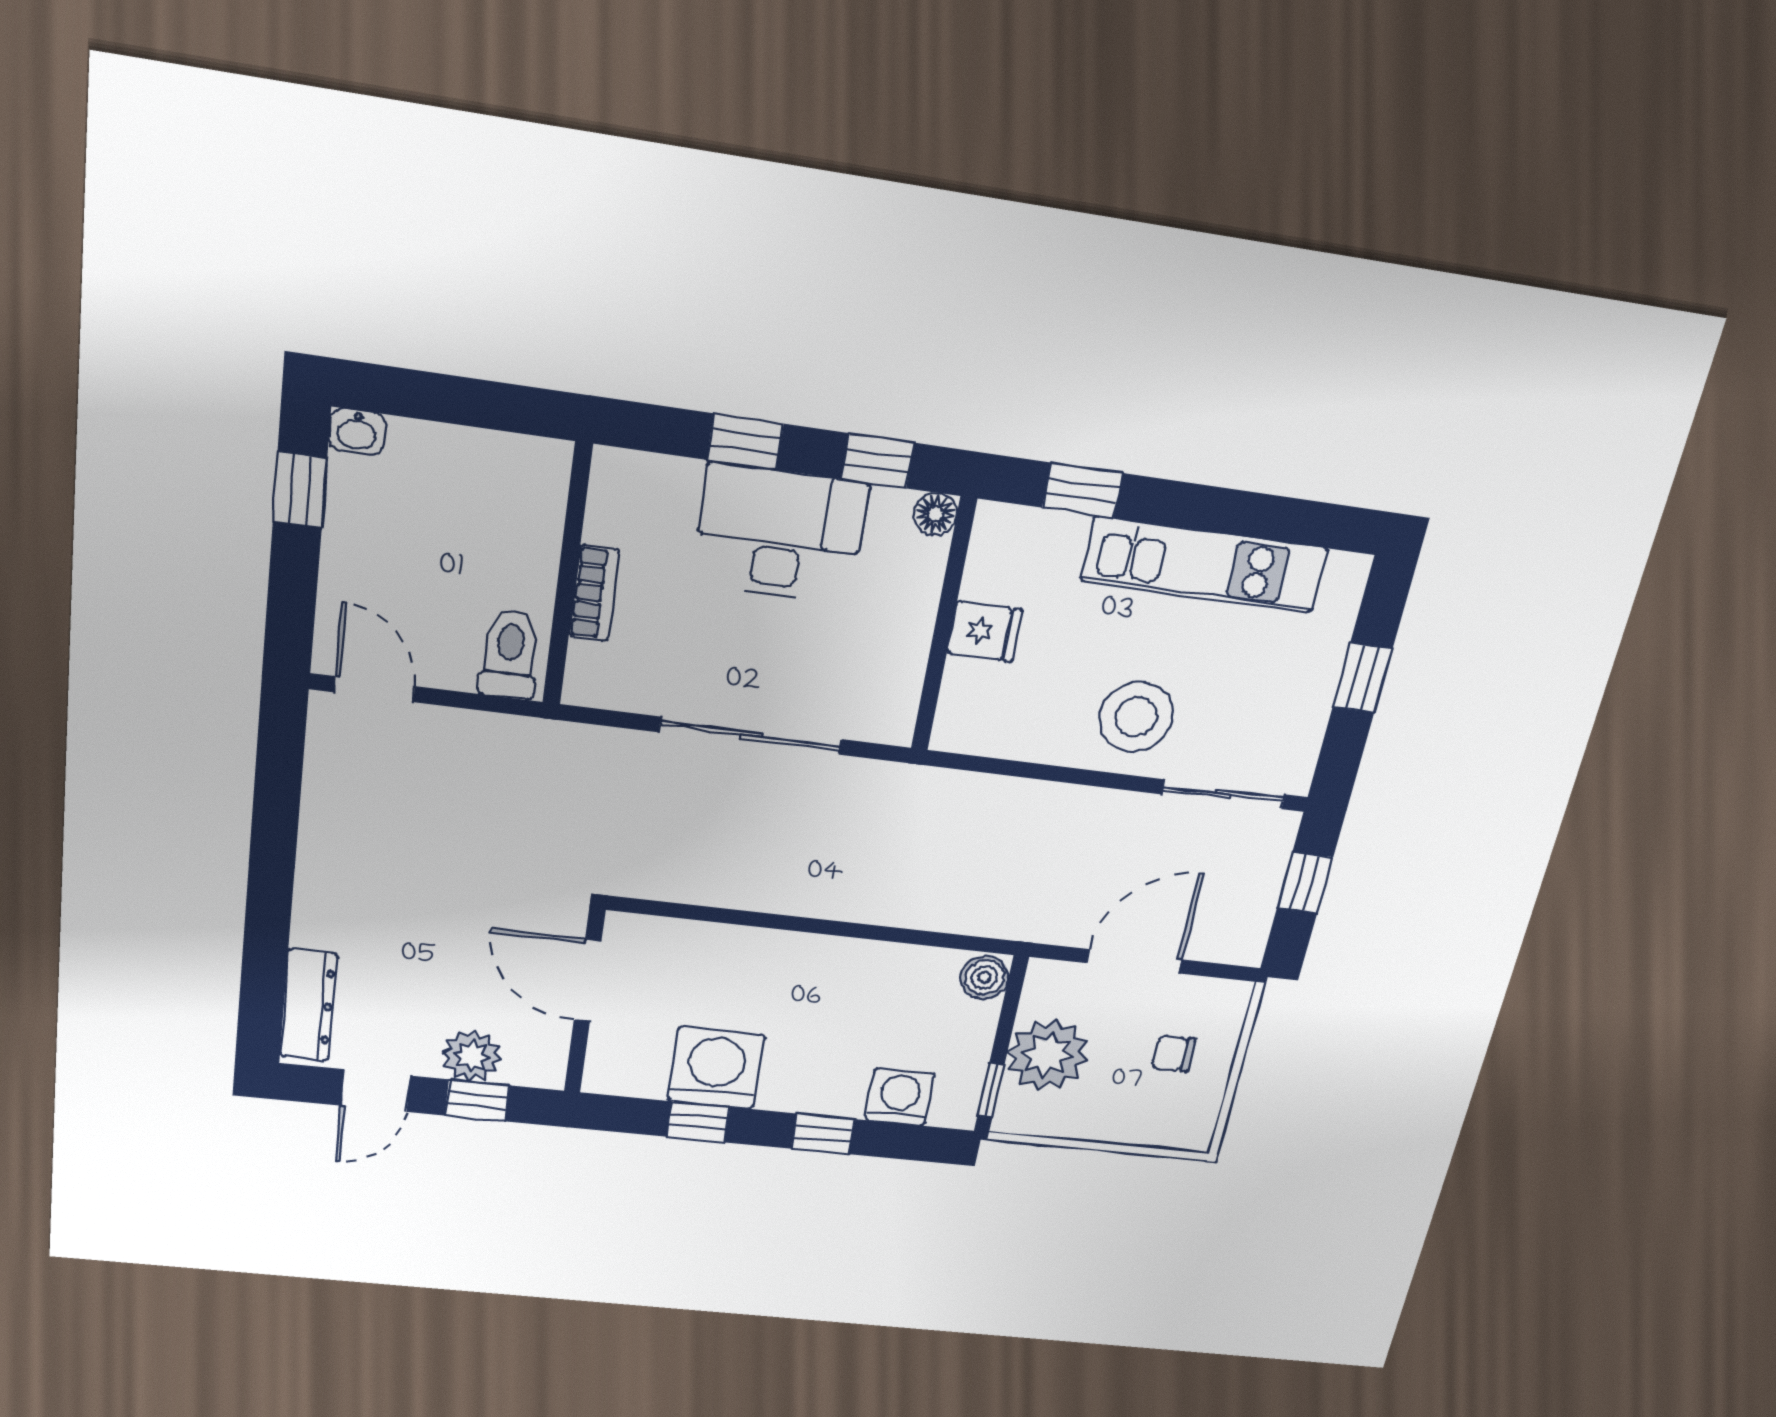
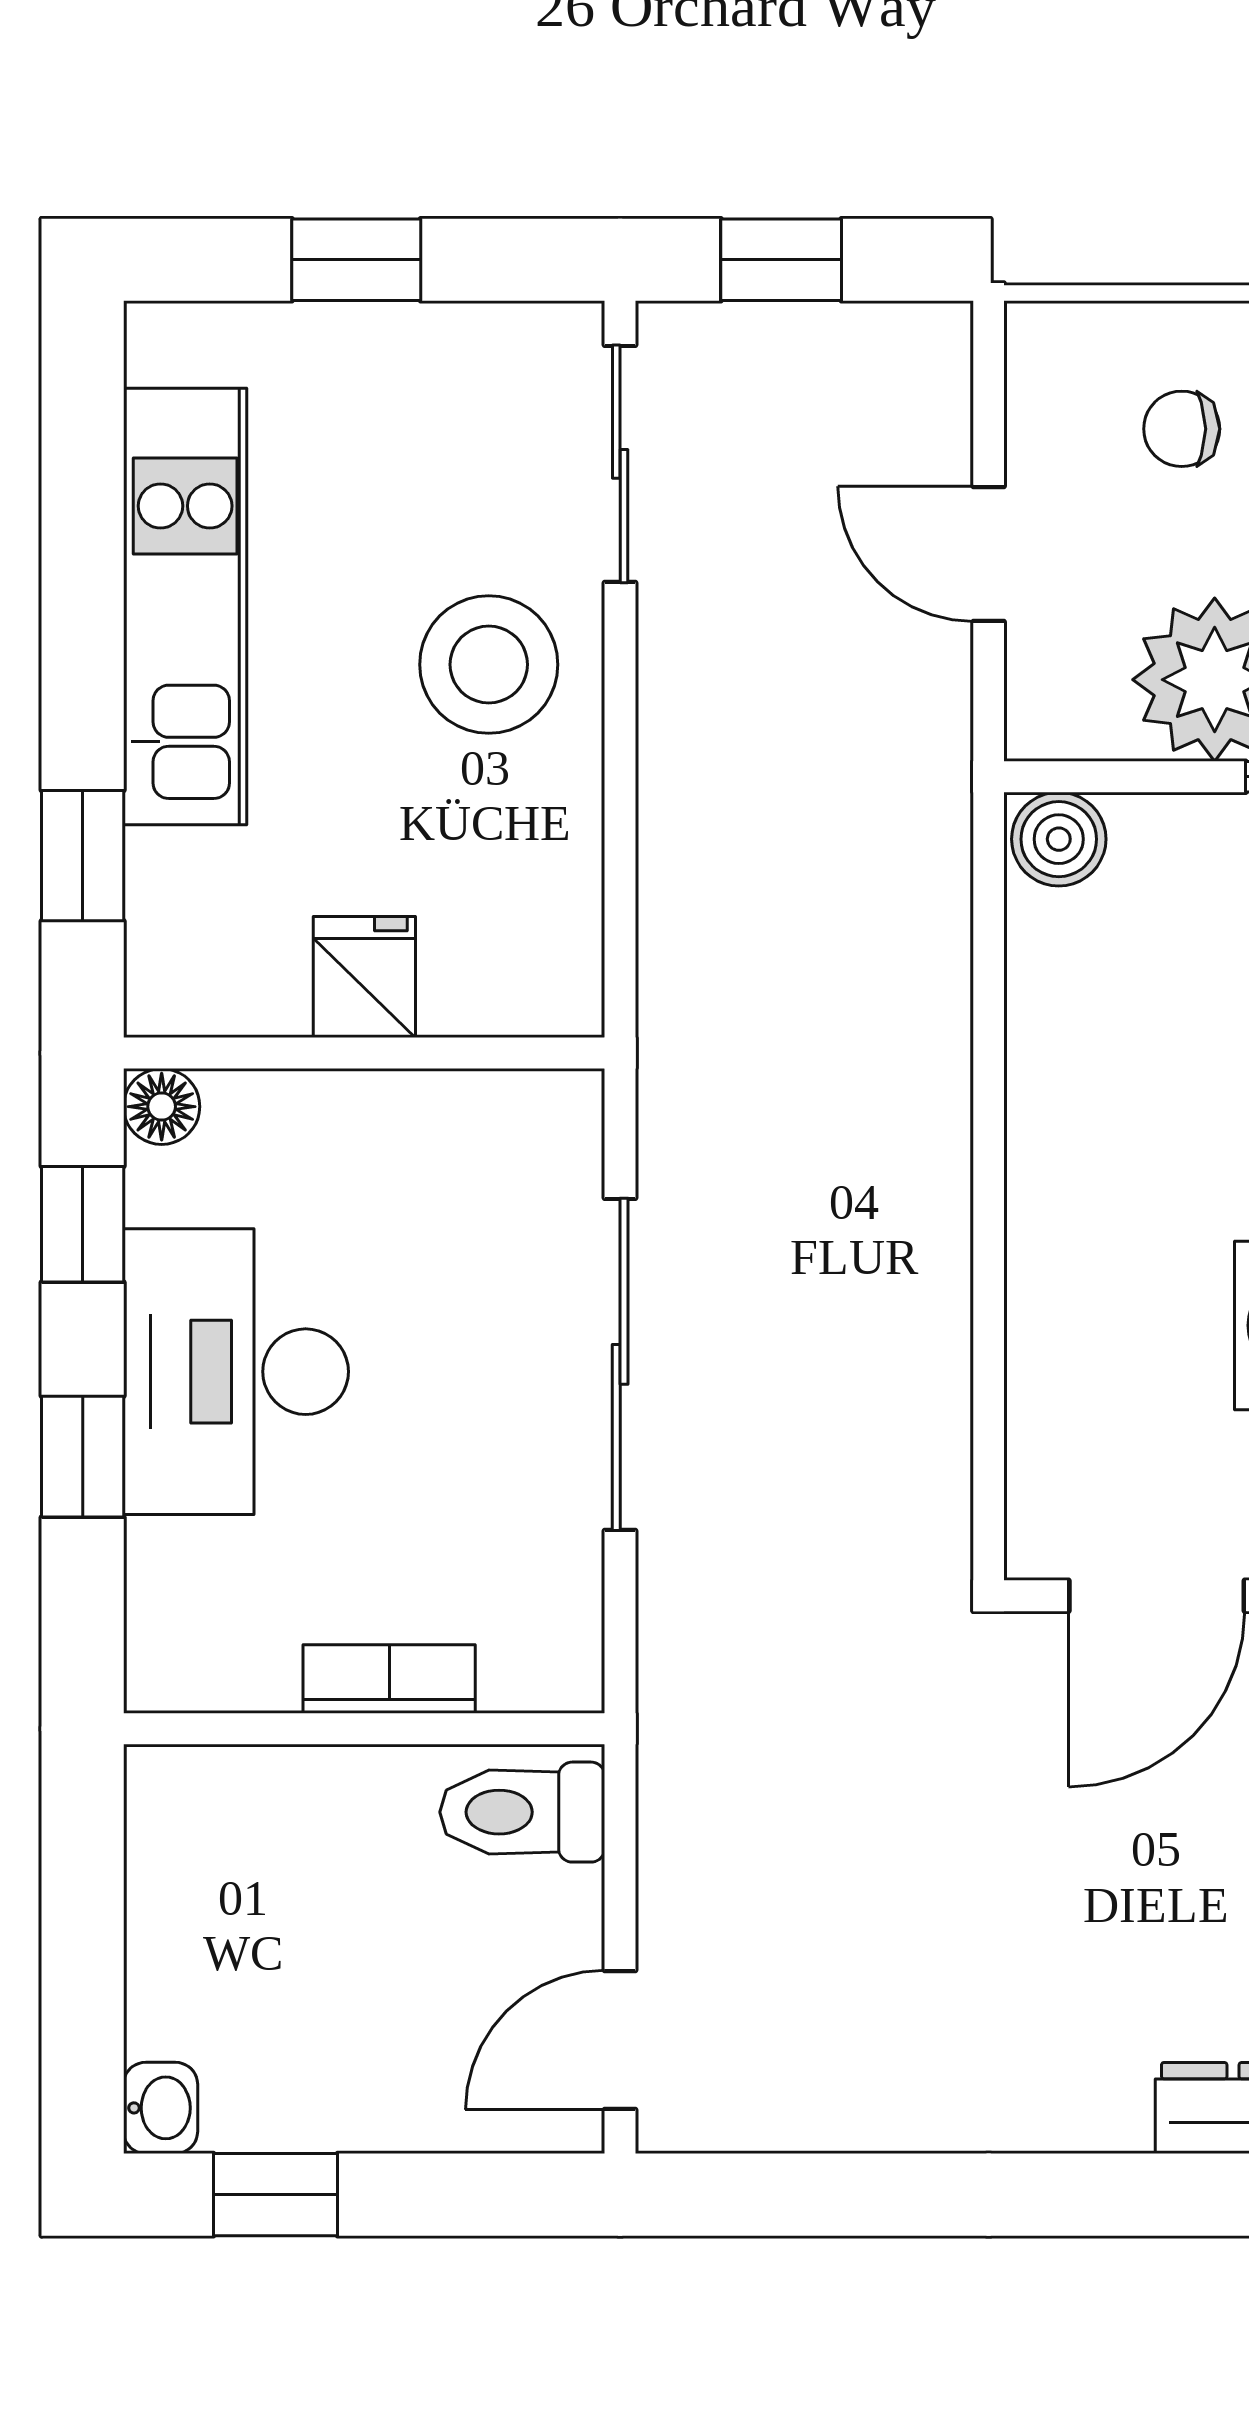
door: (1134, 961) -> (989, 554), width x0.73
chair: (1173, 1054) -> (1182, 429), turned 90

